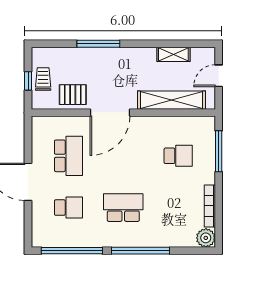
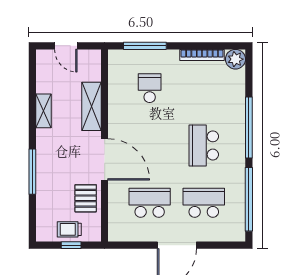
shelving: (173, 54) -> (44, 111), moved
shelving: (171, 100) -> (91, 106), width x0.68
school desk: (68, 208) -> (204, 203), width x1.85

